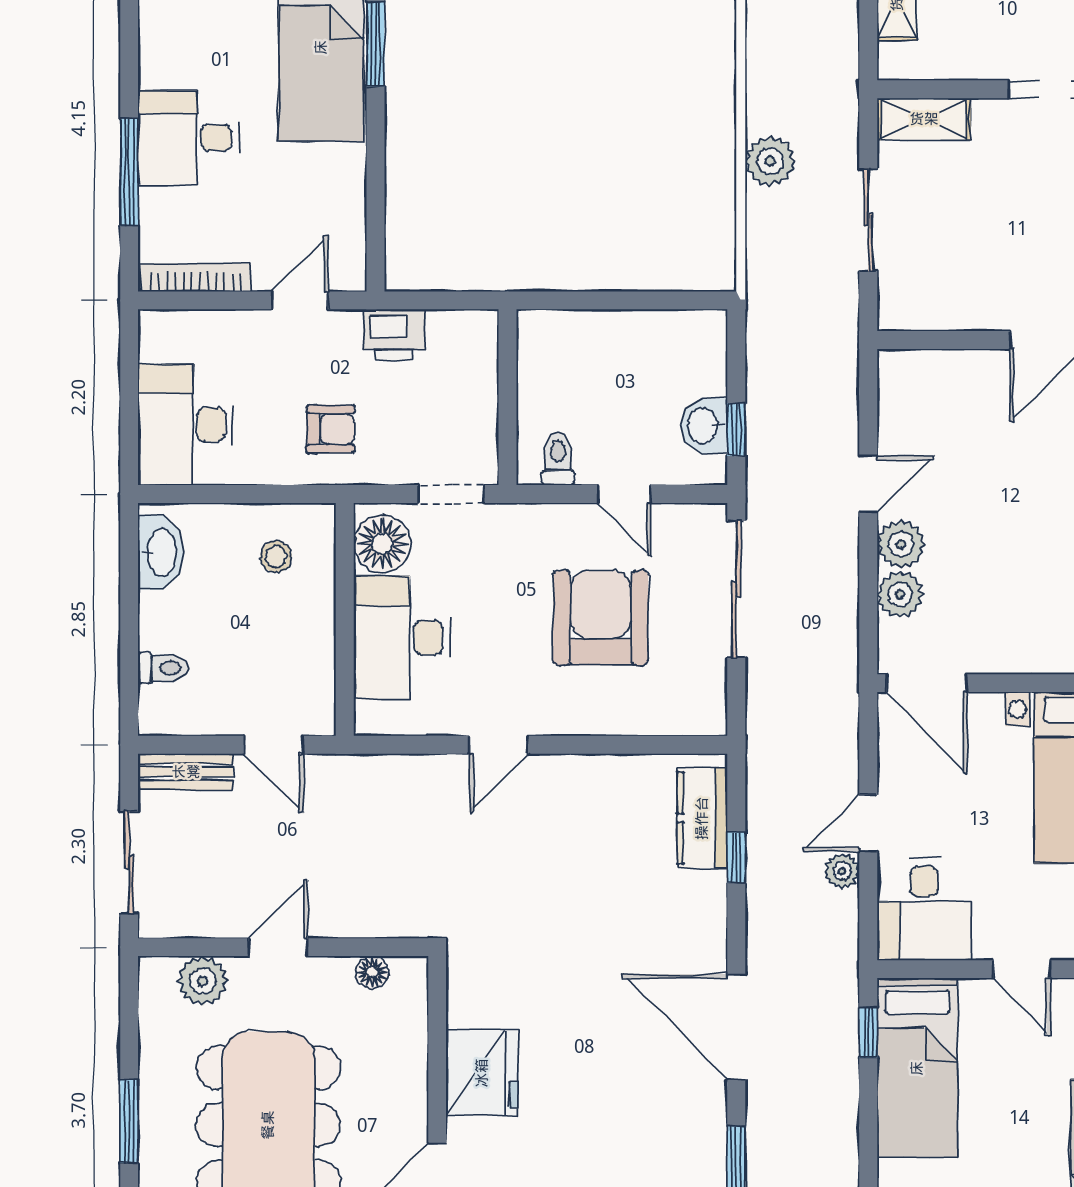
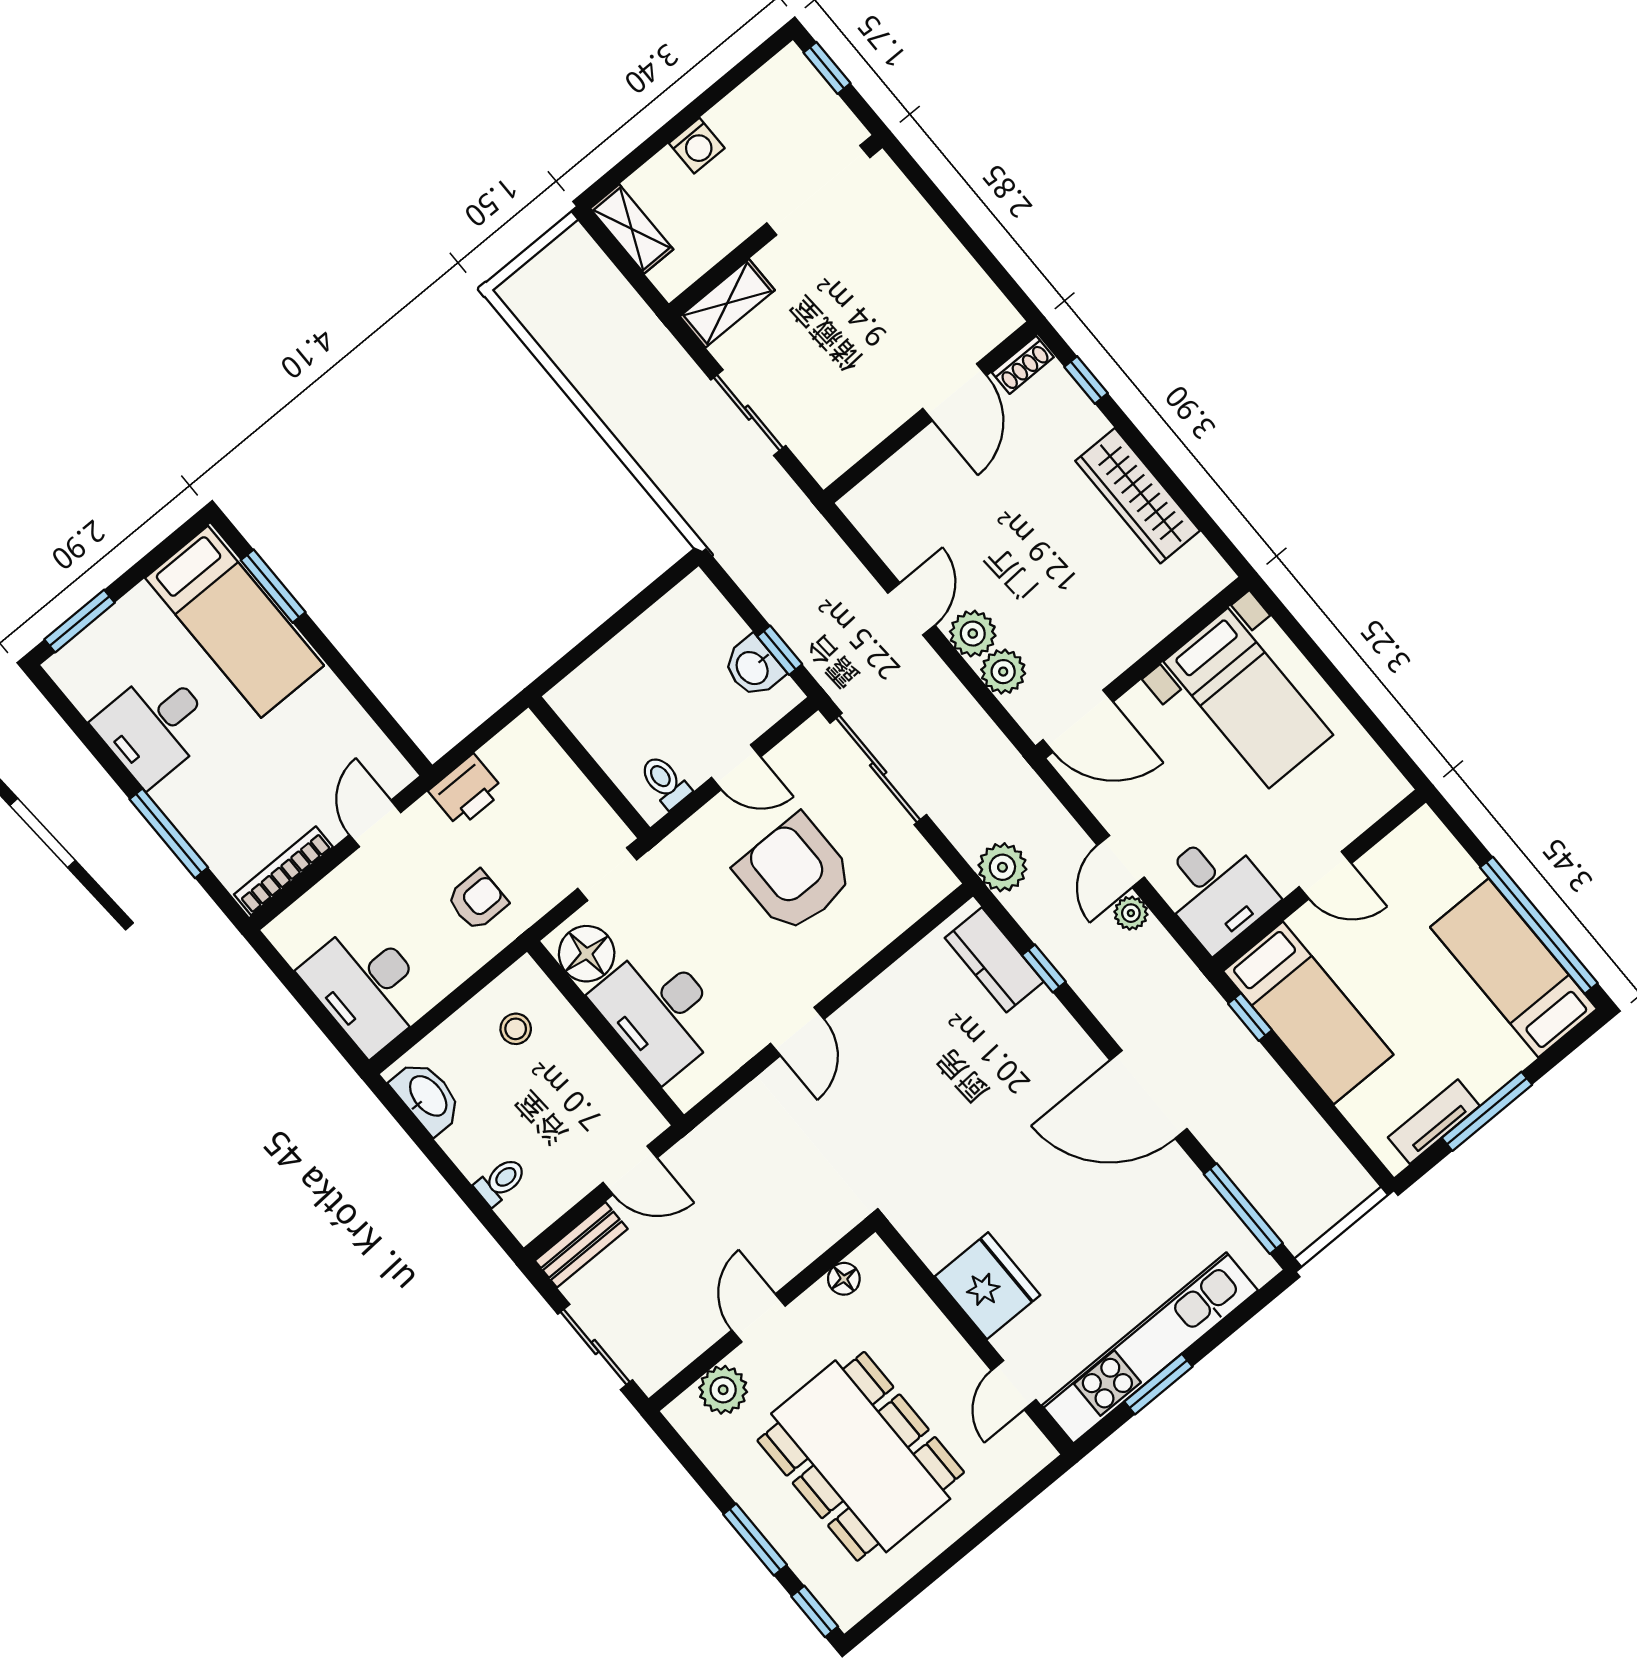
desk: (189, 138) -> (154, 726), moved
plant: (770, 161) -> (1002, 867), moved

